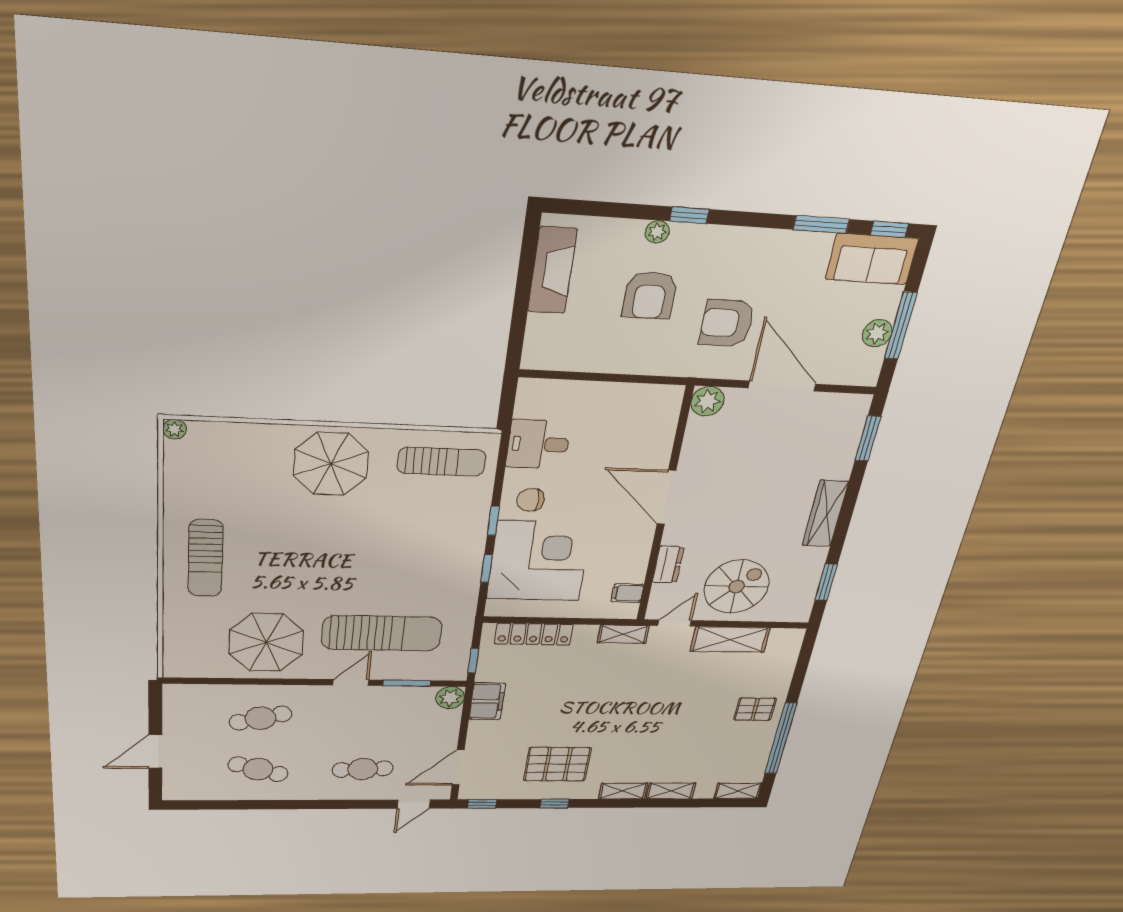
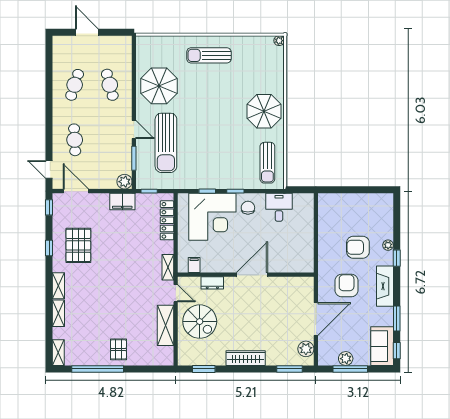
fireplace: (552, 270) -> (385, 286), moved, turned 90
plant: (707, 401) -> (306, 349), moved

